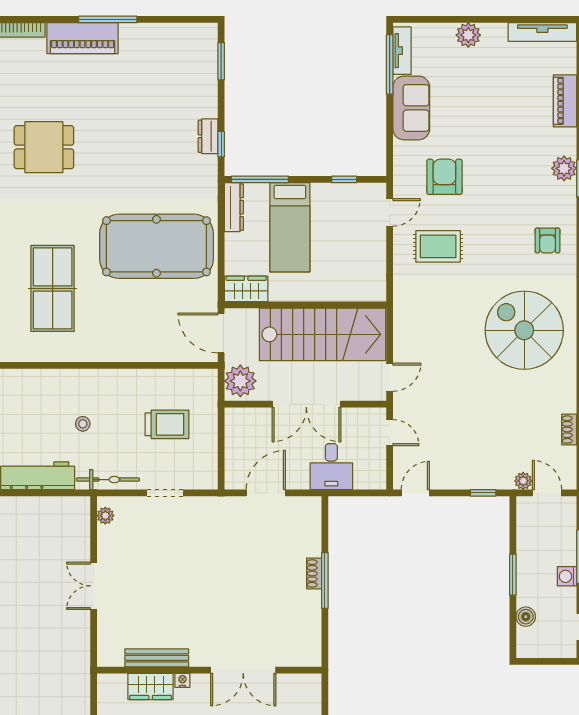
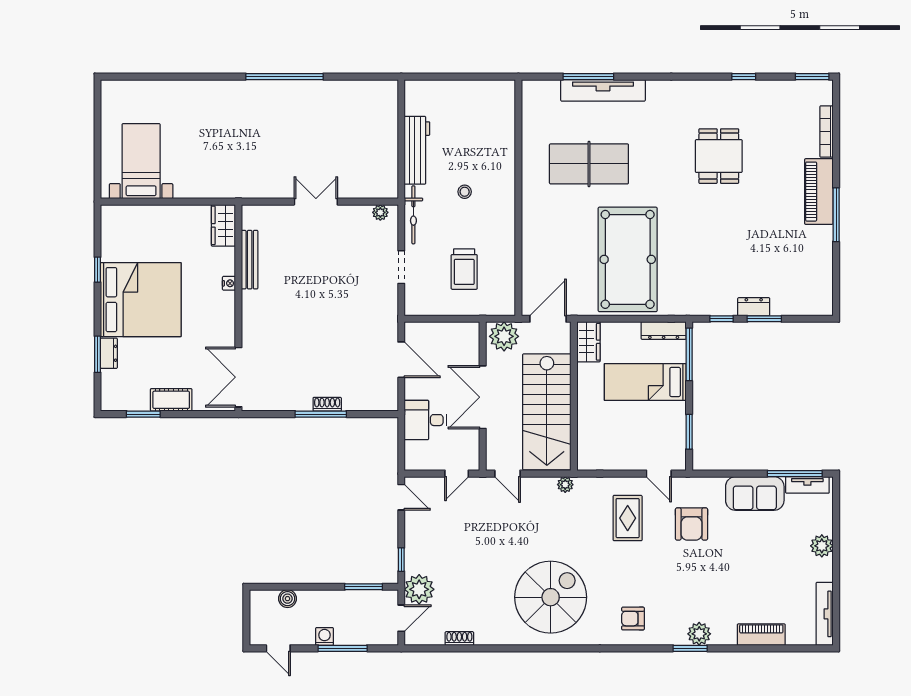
window: (221, 61) -> (764, 319), moved
dresser: (208, 136) -> (754, 307), moved
armchair: (444, 177) -> (692, 524), turned 90
window: (344, 179) -> (689, 432), width x1.50
plant: (402, 314) -> (565, 485), added
plant: (523, 481) -> (419, 589), width x1.87, depth x1.87
window: (513, 575) -> (364, 587), moved
double door: (243, 670) -> (238, 377), moved
wardrobe: (151, 686) -> (223, 225), moved

